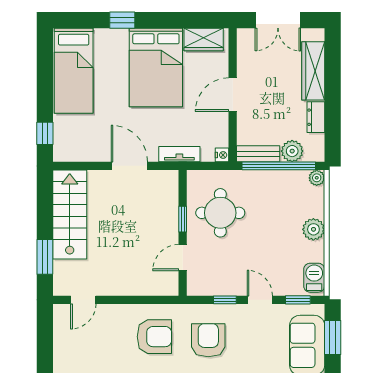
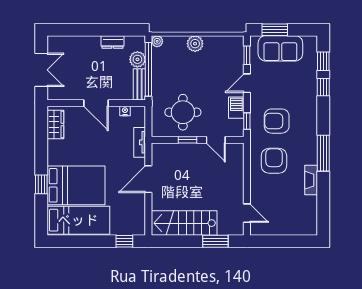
bed: (156, 67) -> (76, 185), moved
wardrobe: (313, 71) -> (78, 44), removed
nightstand: (222, 155) -> (125, 111), moved
barbecue: (314, 278) -> (236, 108), moved, turned 90
window: (225, 300) -> (247, 121), moved

